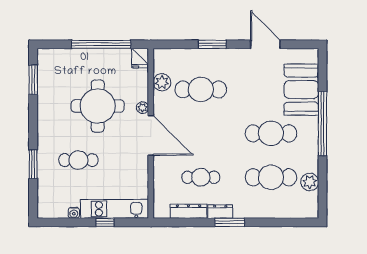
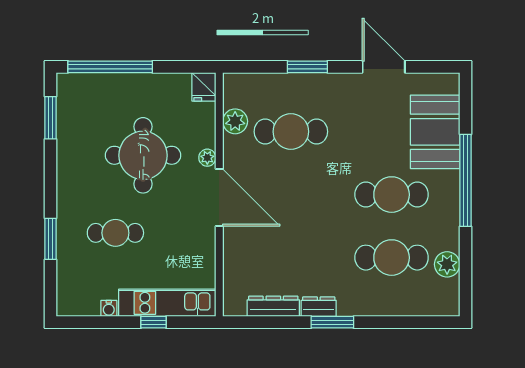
window: (101, 44) -> (110, 67), moved
cafe table: (201, 177) -> (291, 258), removed

